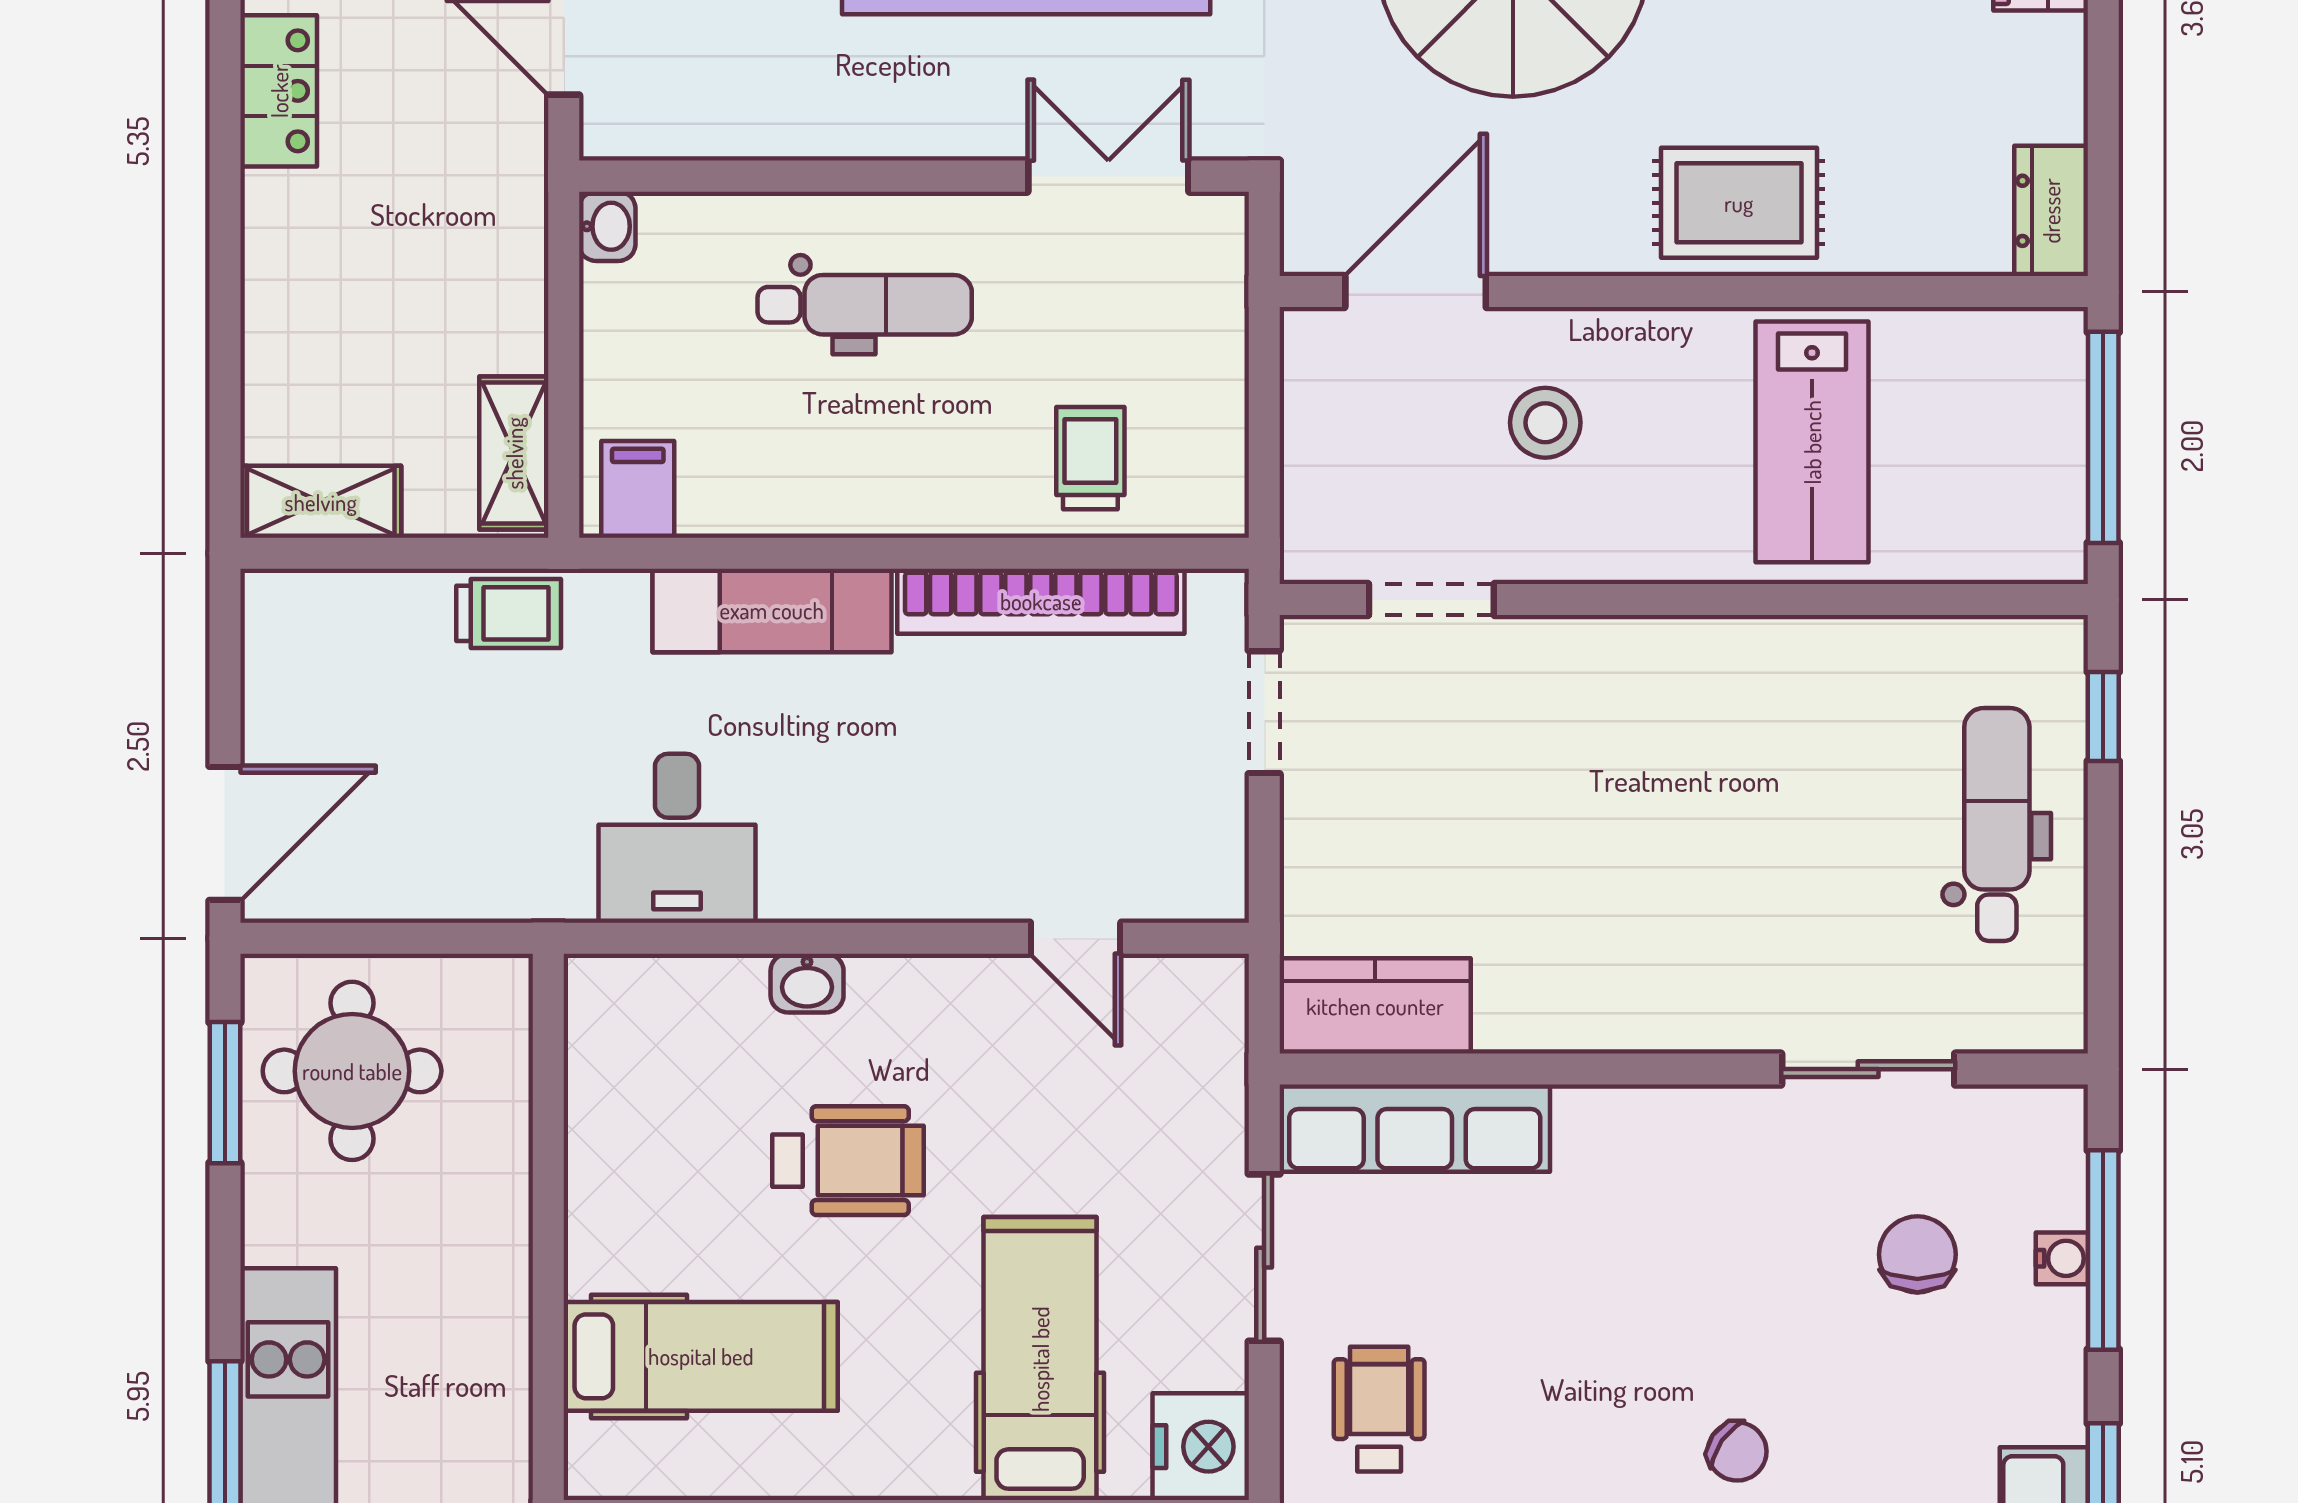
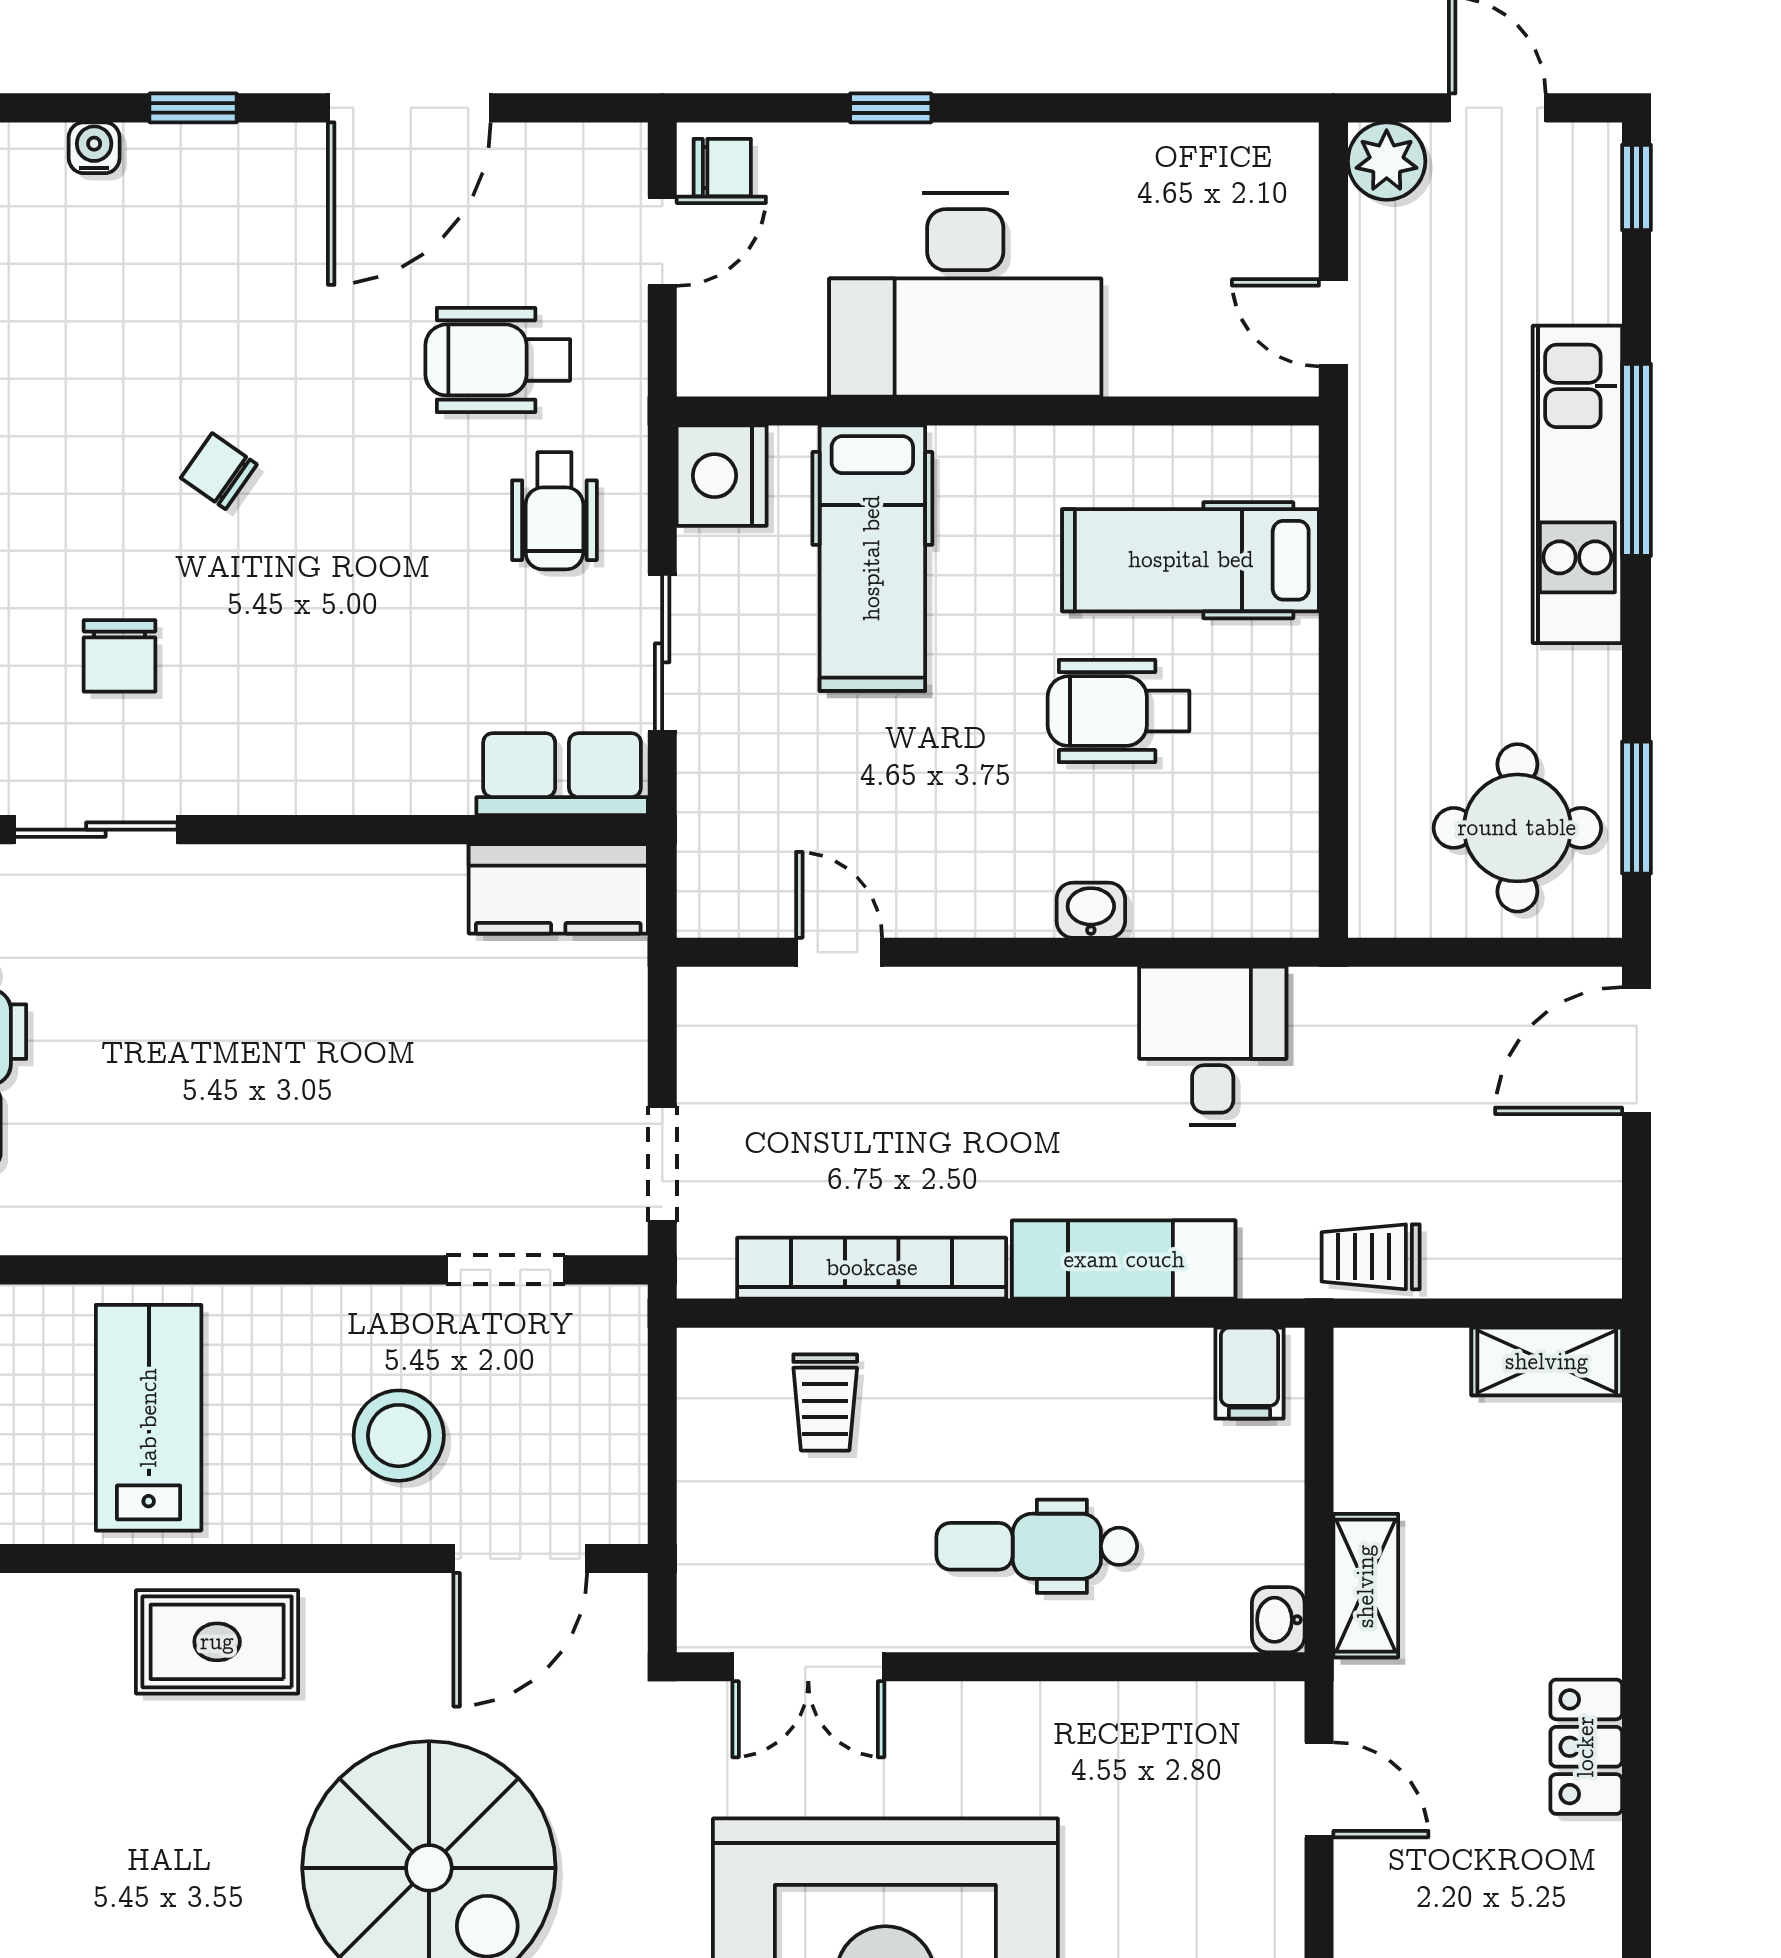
stool: (1545, 423) -> (399, 1436), width x1.38, depth x1.38
shelving: (514, 453) -> (1366, 1586), moved
row of seats: (1415, 1128) -> (562, 774), width x0.68
wheelchair: (848, 1161) -> (1118, 711), moved
chair: (1917, 1254) -> (119, 656), moved

